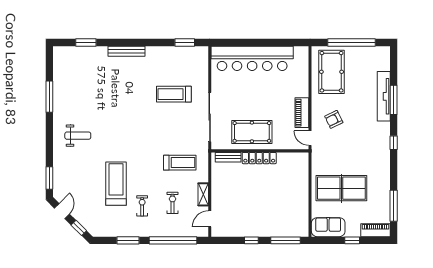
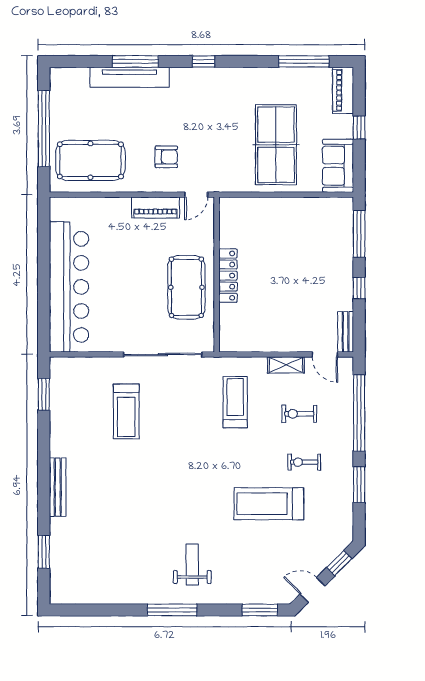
window: (49, 97) -> (172, 610), moved
armchair: (334, 119) -> (166, 157), turned -64
bench: (228, 157) -> (346, 332), moved

